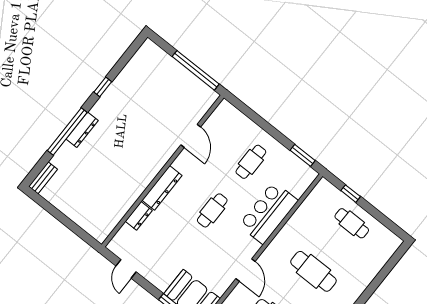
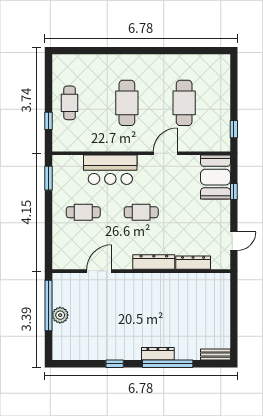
plant: (180, 74) -> (60, 315), added
dresser: (139, 216) -> (193, 263), width x1.44

